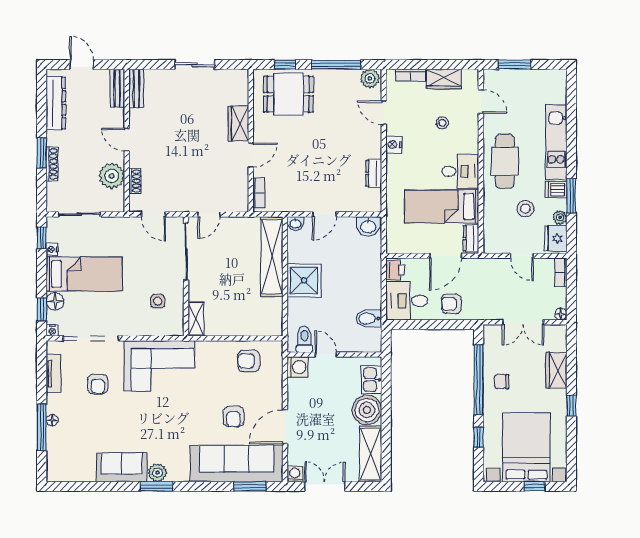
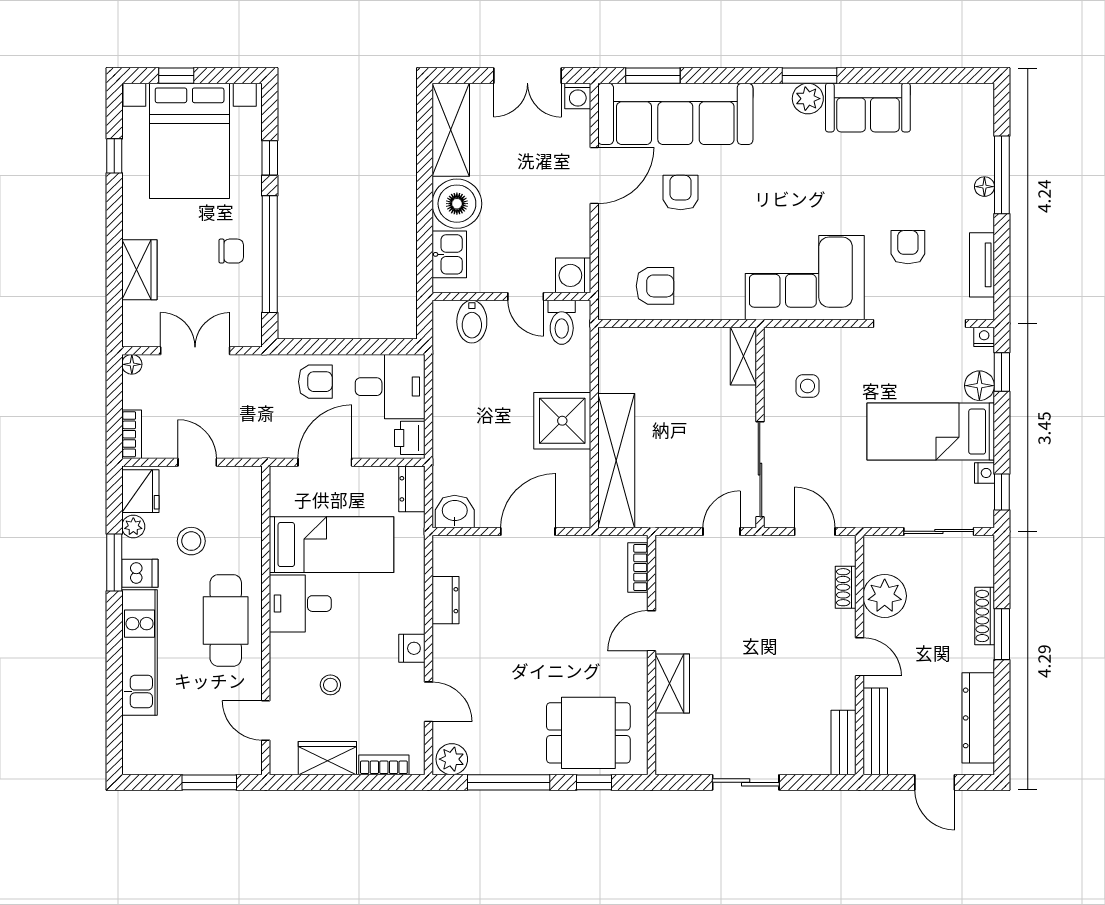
bench: (117, 88) -> (875, 731), width x1.36
door: (324, 214) -> (528, 531), width x1.38
washbasin: (295, 223) -> (577, 516), removed
dresser: (471, 238) -> (412, 489), moved, turned 180
bidet: (369, 318) -> (472, 322), moved, turned 90
window: (571, 406) -> (114, 156), moved

